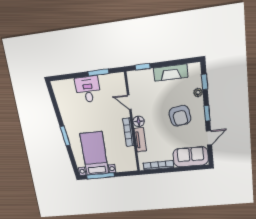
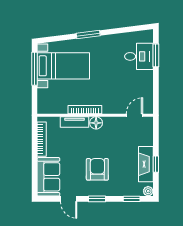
window: (143, 67) -> (156, 164), moved
window: (98, 73) -> (156, 55), moved
desk: (88, 89) -> (139, 56), moved
plant: (198, 93) -> (148, 191), moved
door: (129, 102) -> (134, 115), moved
armchair: (180, 116) -> (97, 169), turned 99

